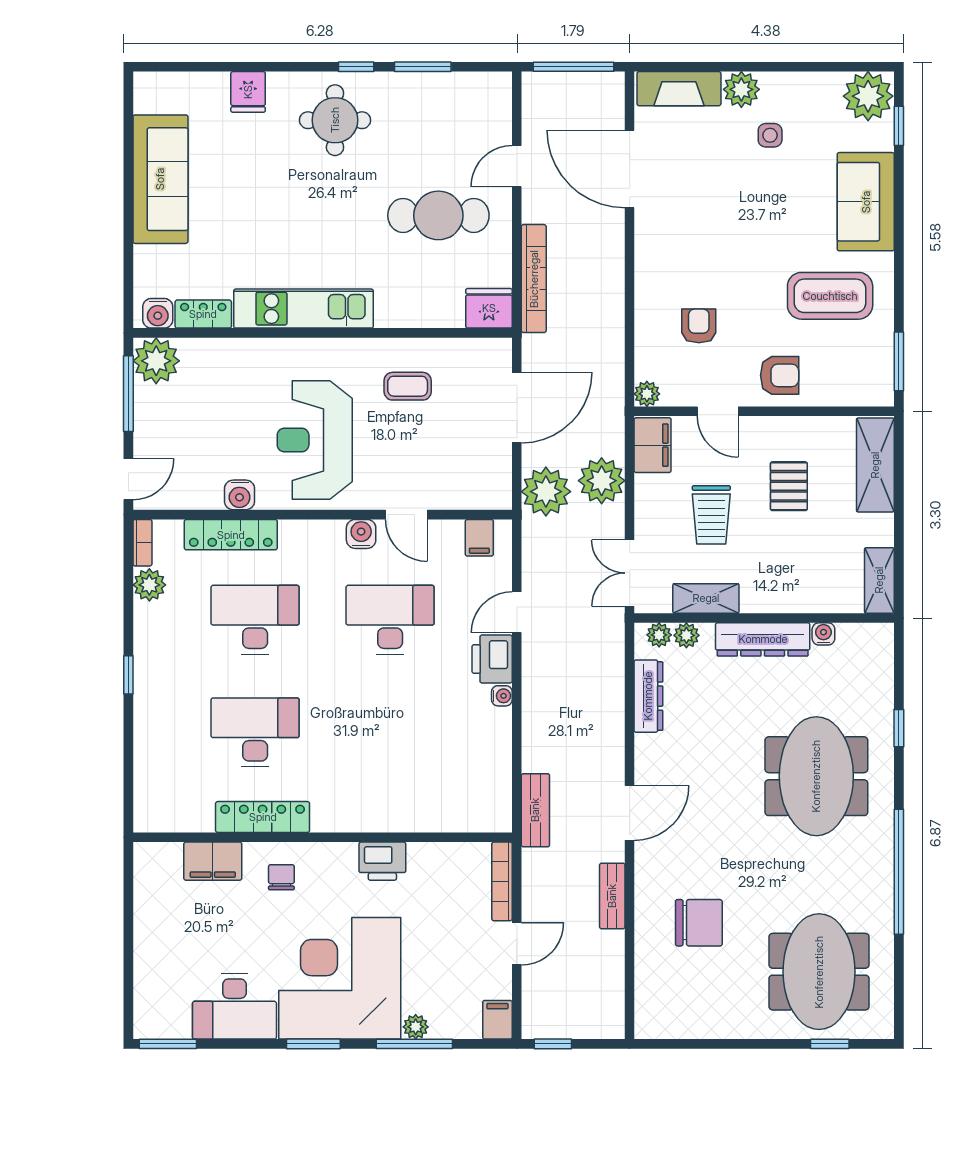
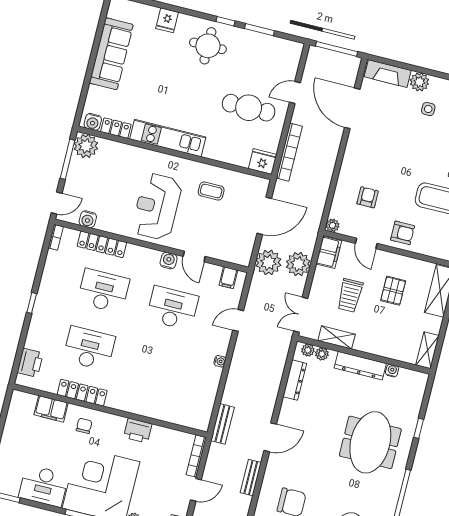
water cooler: (240, 495) -> (88, 219), moved
plant: (149, 585) -> (54, 260), removed
printer: (492, 659) -> (30, 363), moved, turned 180

